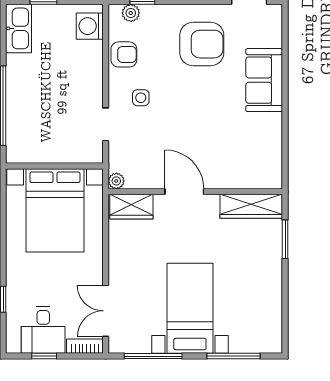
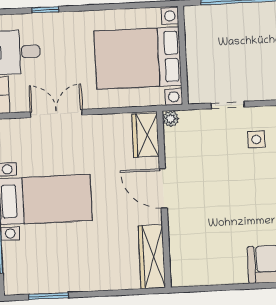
door: (184, 192) -> (163, 188), swing flipped
window: (285, 239) -> (49, 296), moved
double door: (106, 311) -> (56, 113), moved

